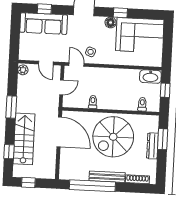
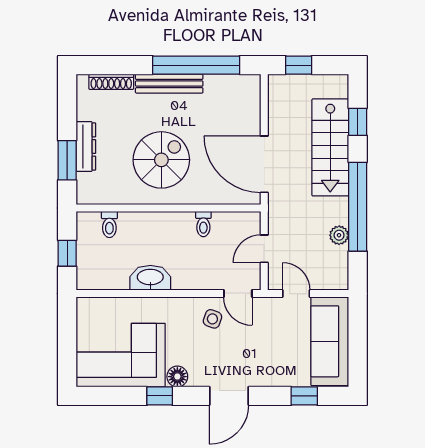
sofa: (44, 24) -> (330, 341), moved, turned -90
plant: (23, 70) -> (339, 235), moved
washbasin: (150, 77) -> (150, 278), moved
window: (11, 107) -> (358, 207), width x2.11
spiral stairs: (113, 137) -> (161, 160), width x0.73, depth x0.73
window: (28, 183) -> (299, 65), moved

